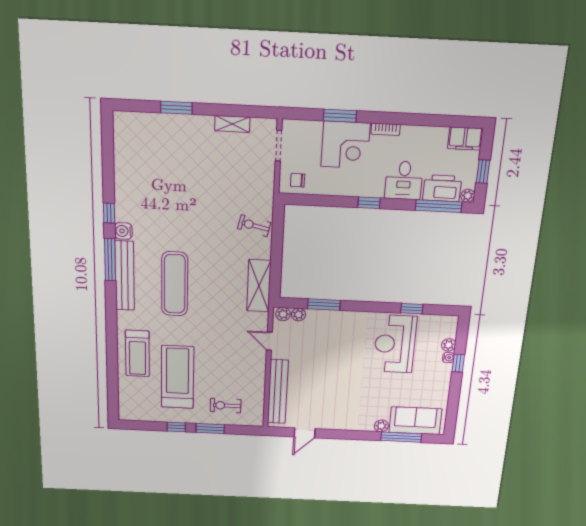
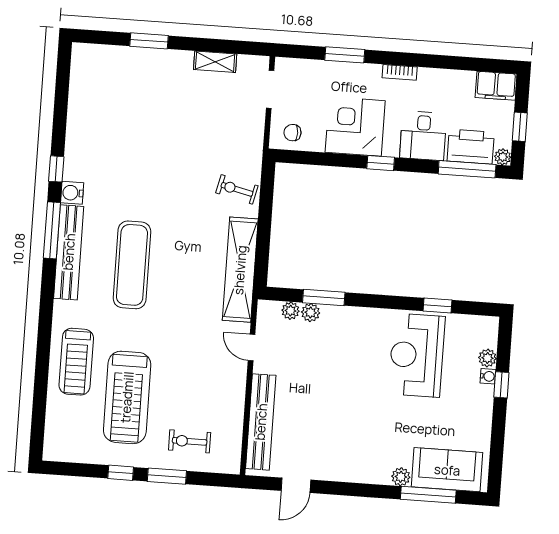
corner desk: (345, 145) -> (355, 127), moved, turned 180
shelving: (259, 286) -> (240, 270), width x1.47
plant: (283, 314) -> (311, 313), moved
treadmill: (177, 377) -> (127, 397), turned 180

